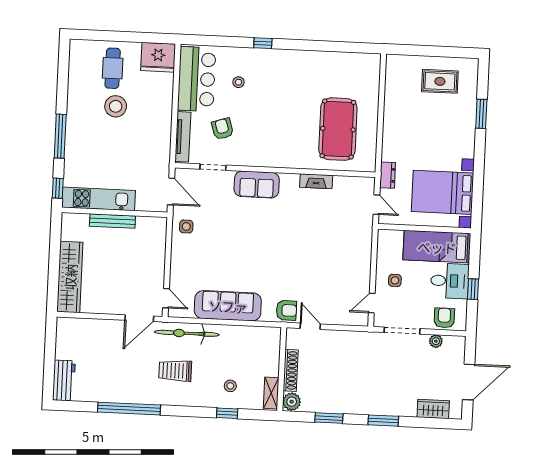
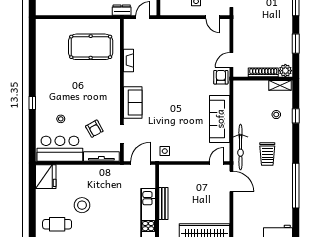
cafe table: (113, 68) -> (57, 224), moved
armchair: (223, 129) -> (94, 129), turned -102

